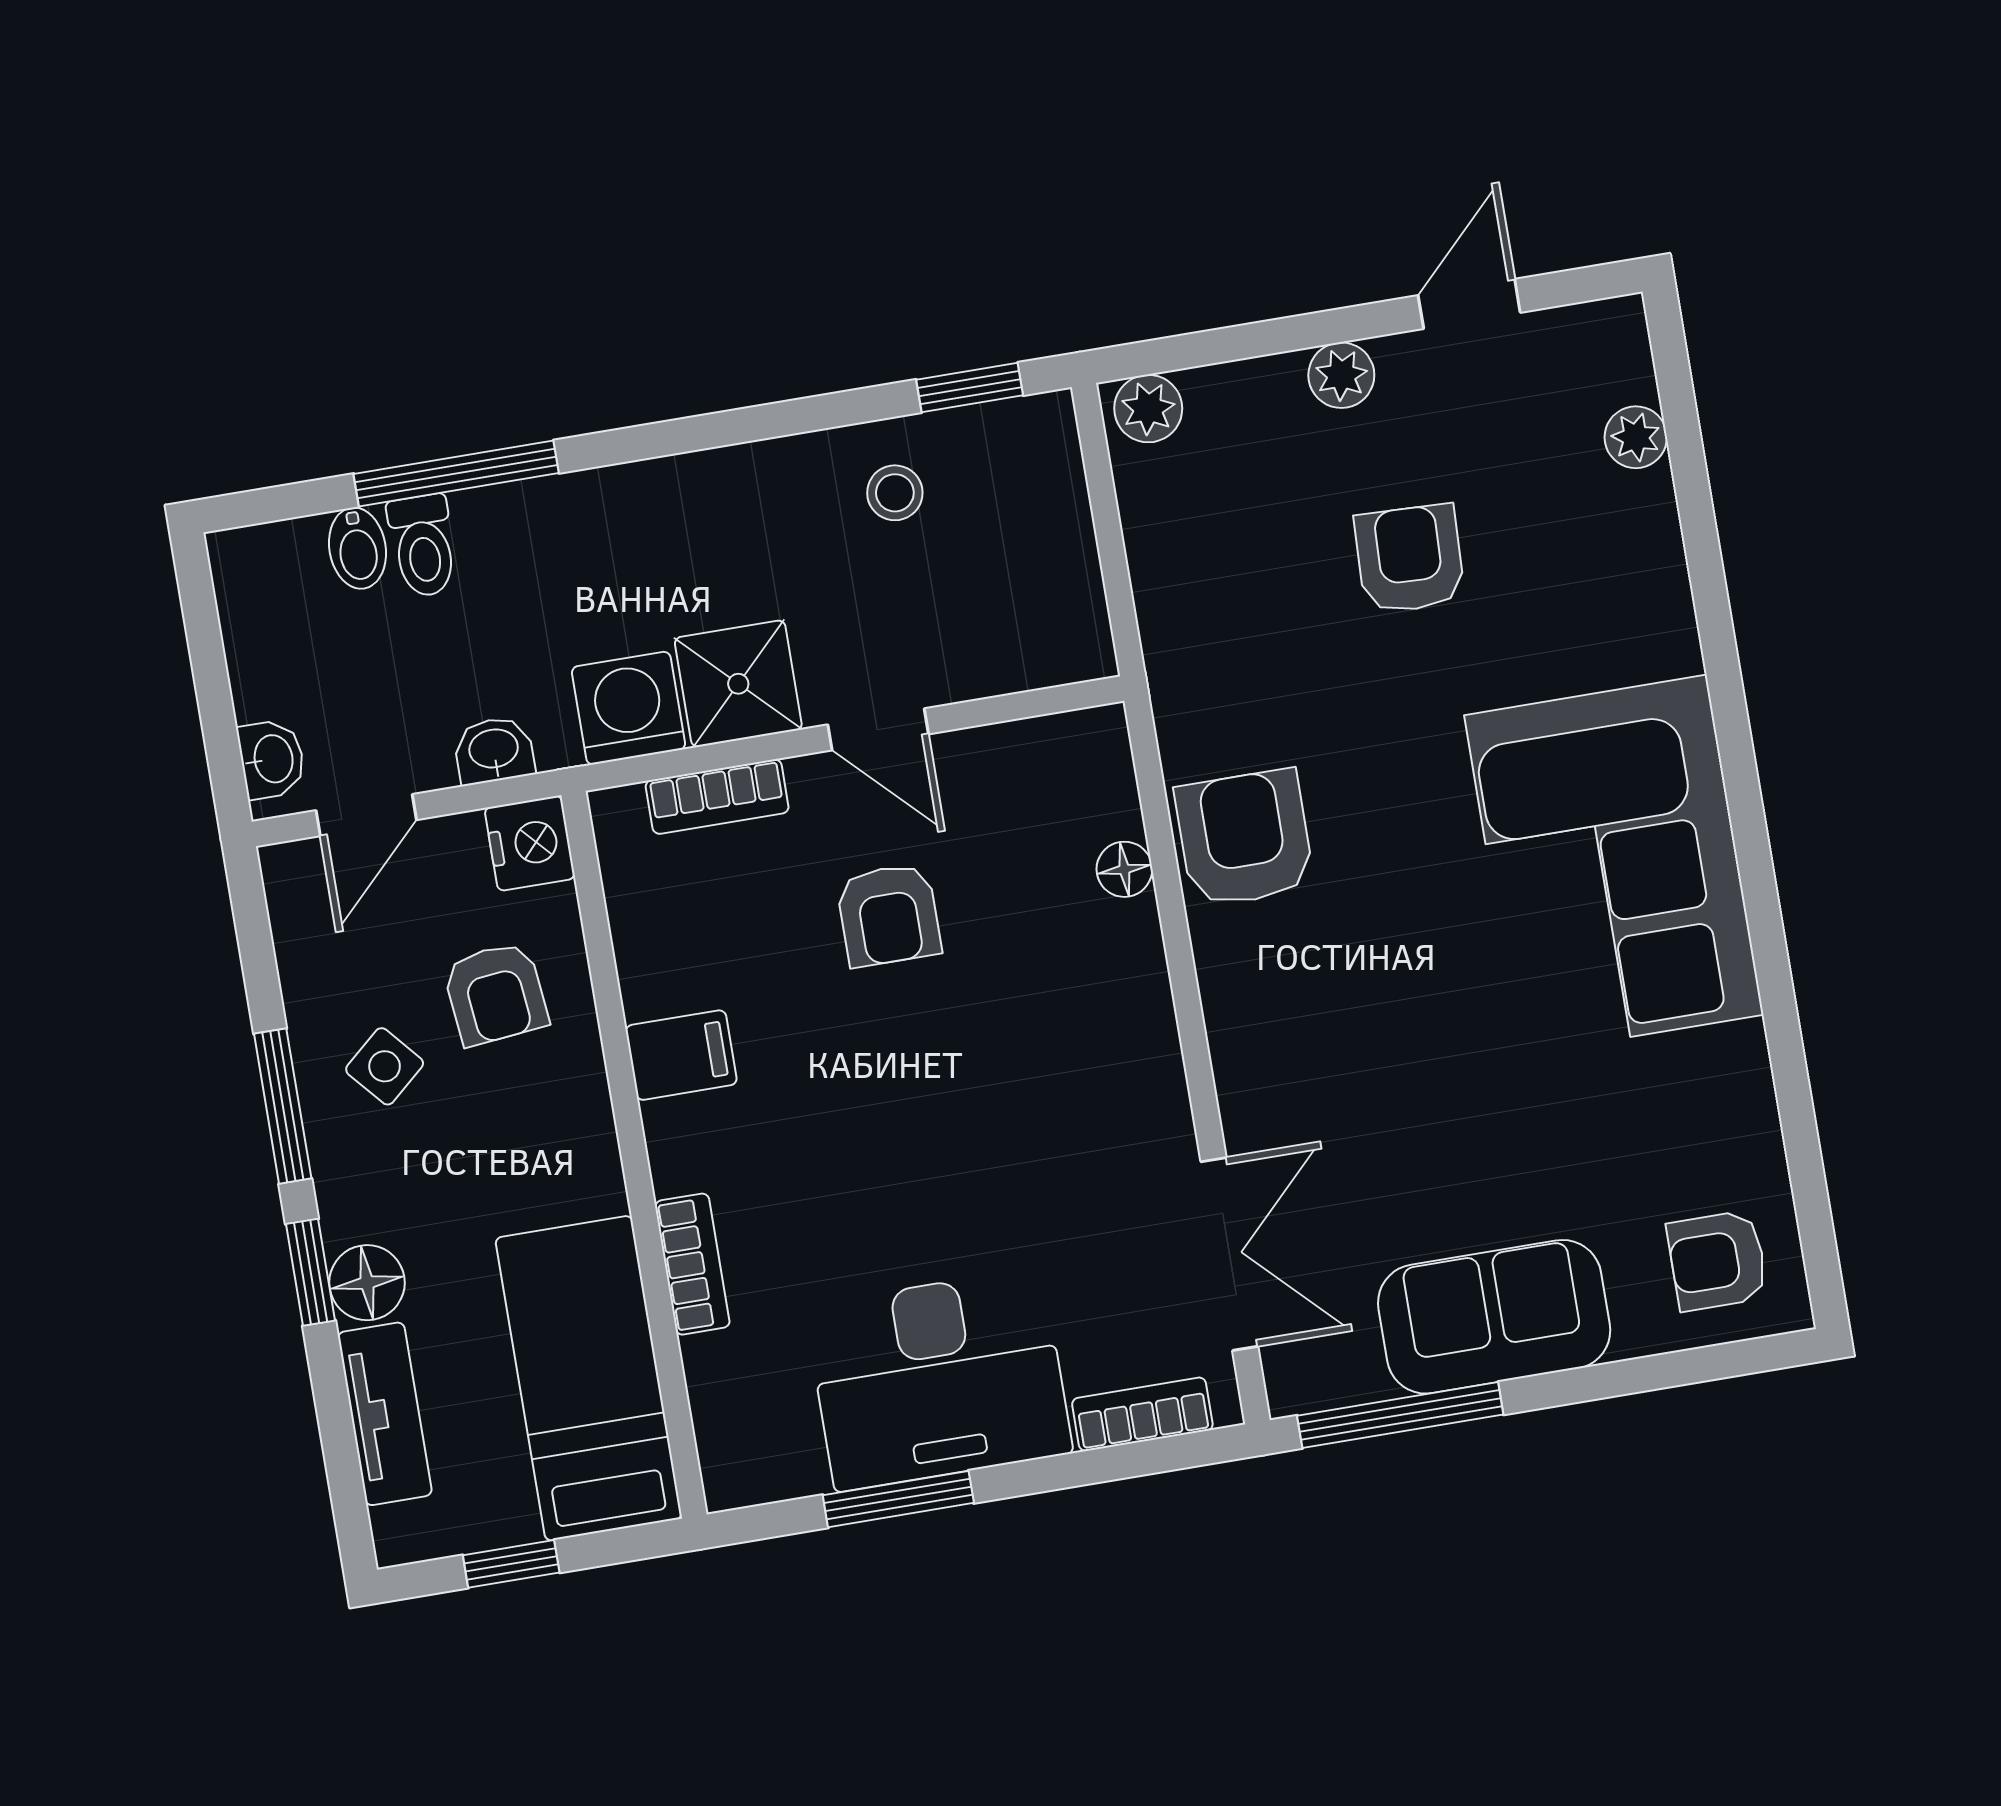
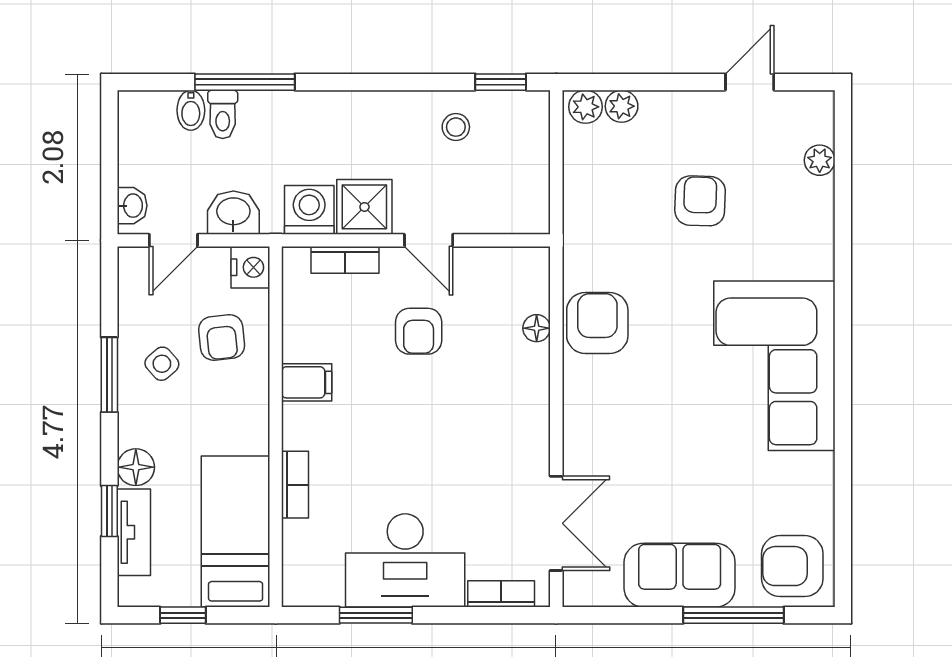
plant: (1341, 375) -> (622, 106), moved
washbasin: (494, 750) -> (233, 213), width x1.38, depth x1.45
armchair: (1717, 1261) -> (792, 566), width x1.38, depth x1.38
window: (311, 1272) -> (109, 511), moved
window: (1400, 1415) -> (733, 615), moved

